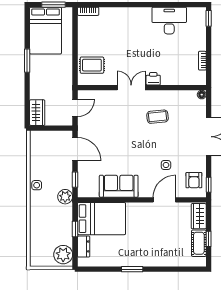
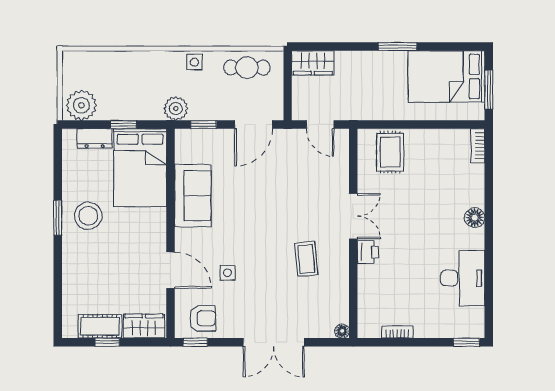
floor lamp: (132, 13) -> (475, 218), added
cafe table: (40, 153) -> (247, 68), added
armchair: (194, 180) -> (203, 318), turned 180
stool: (131, 250) -> (88, 216), added

